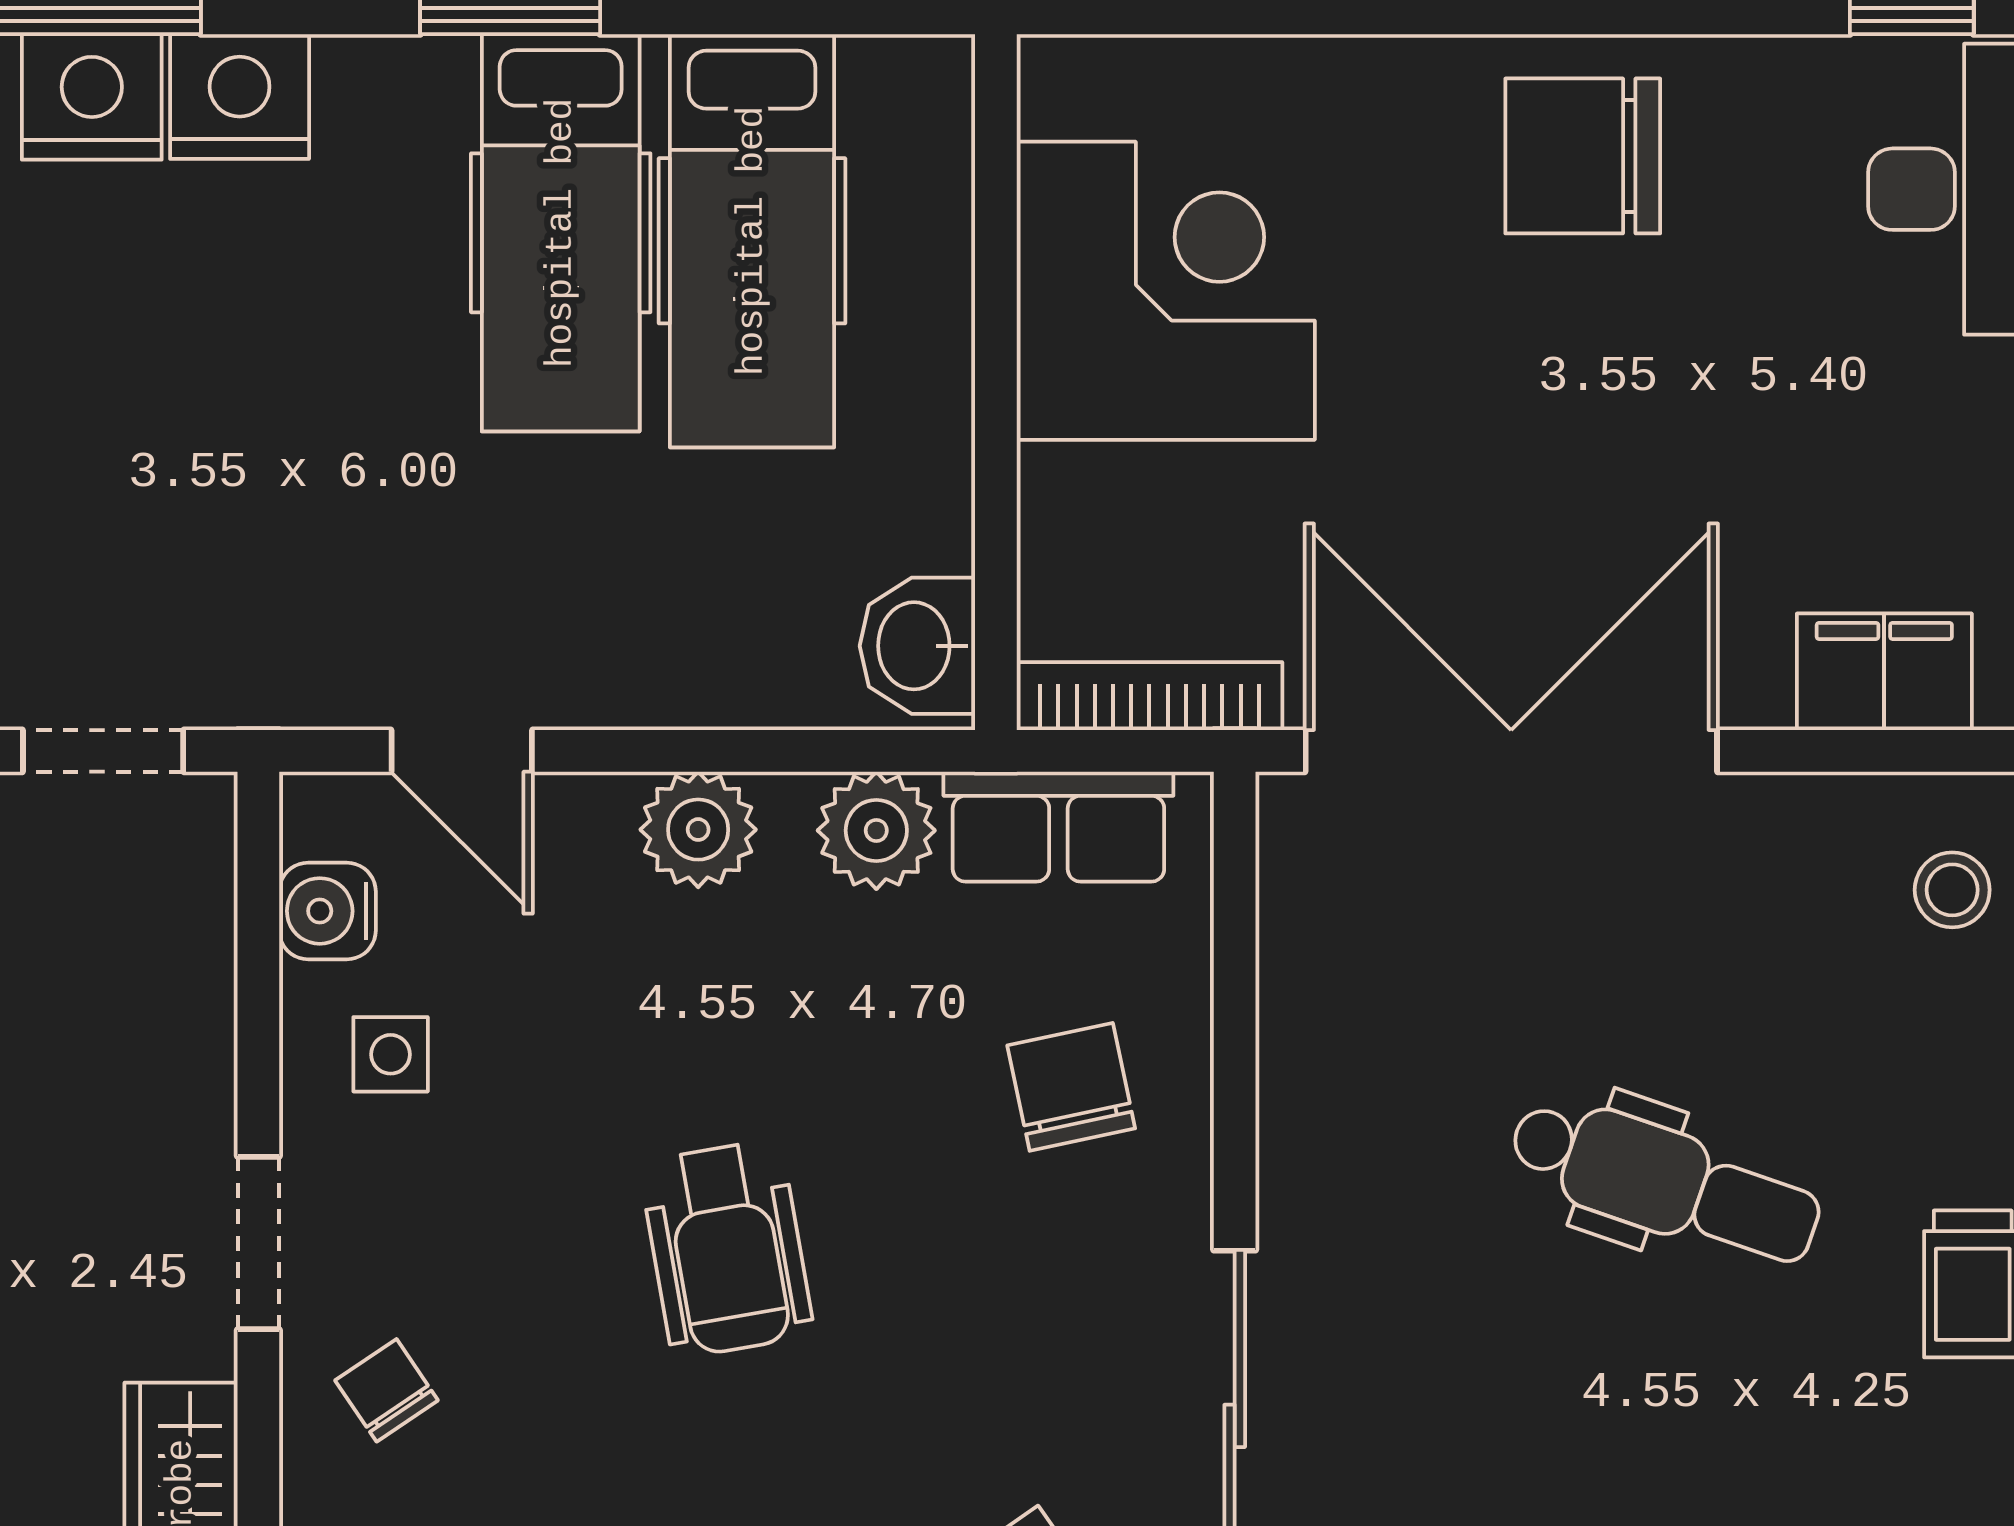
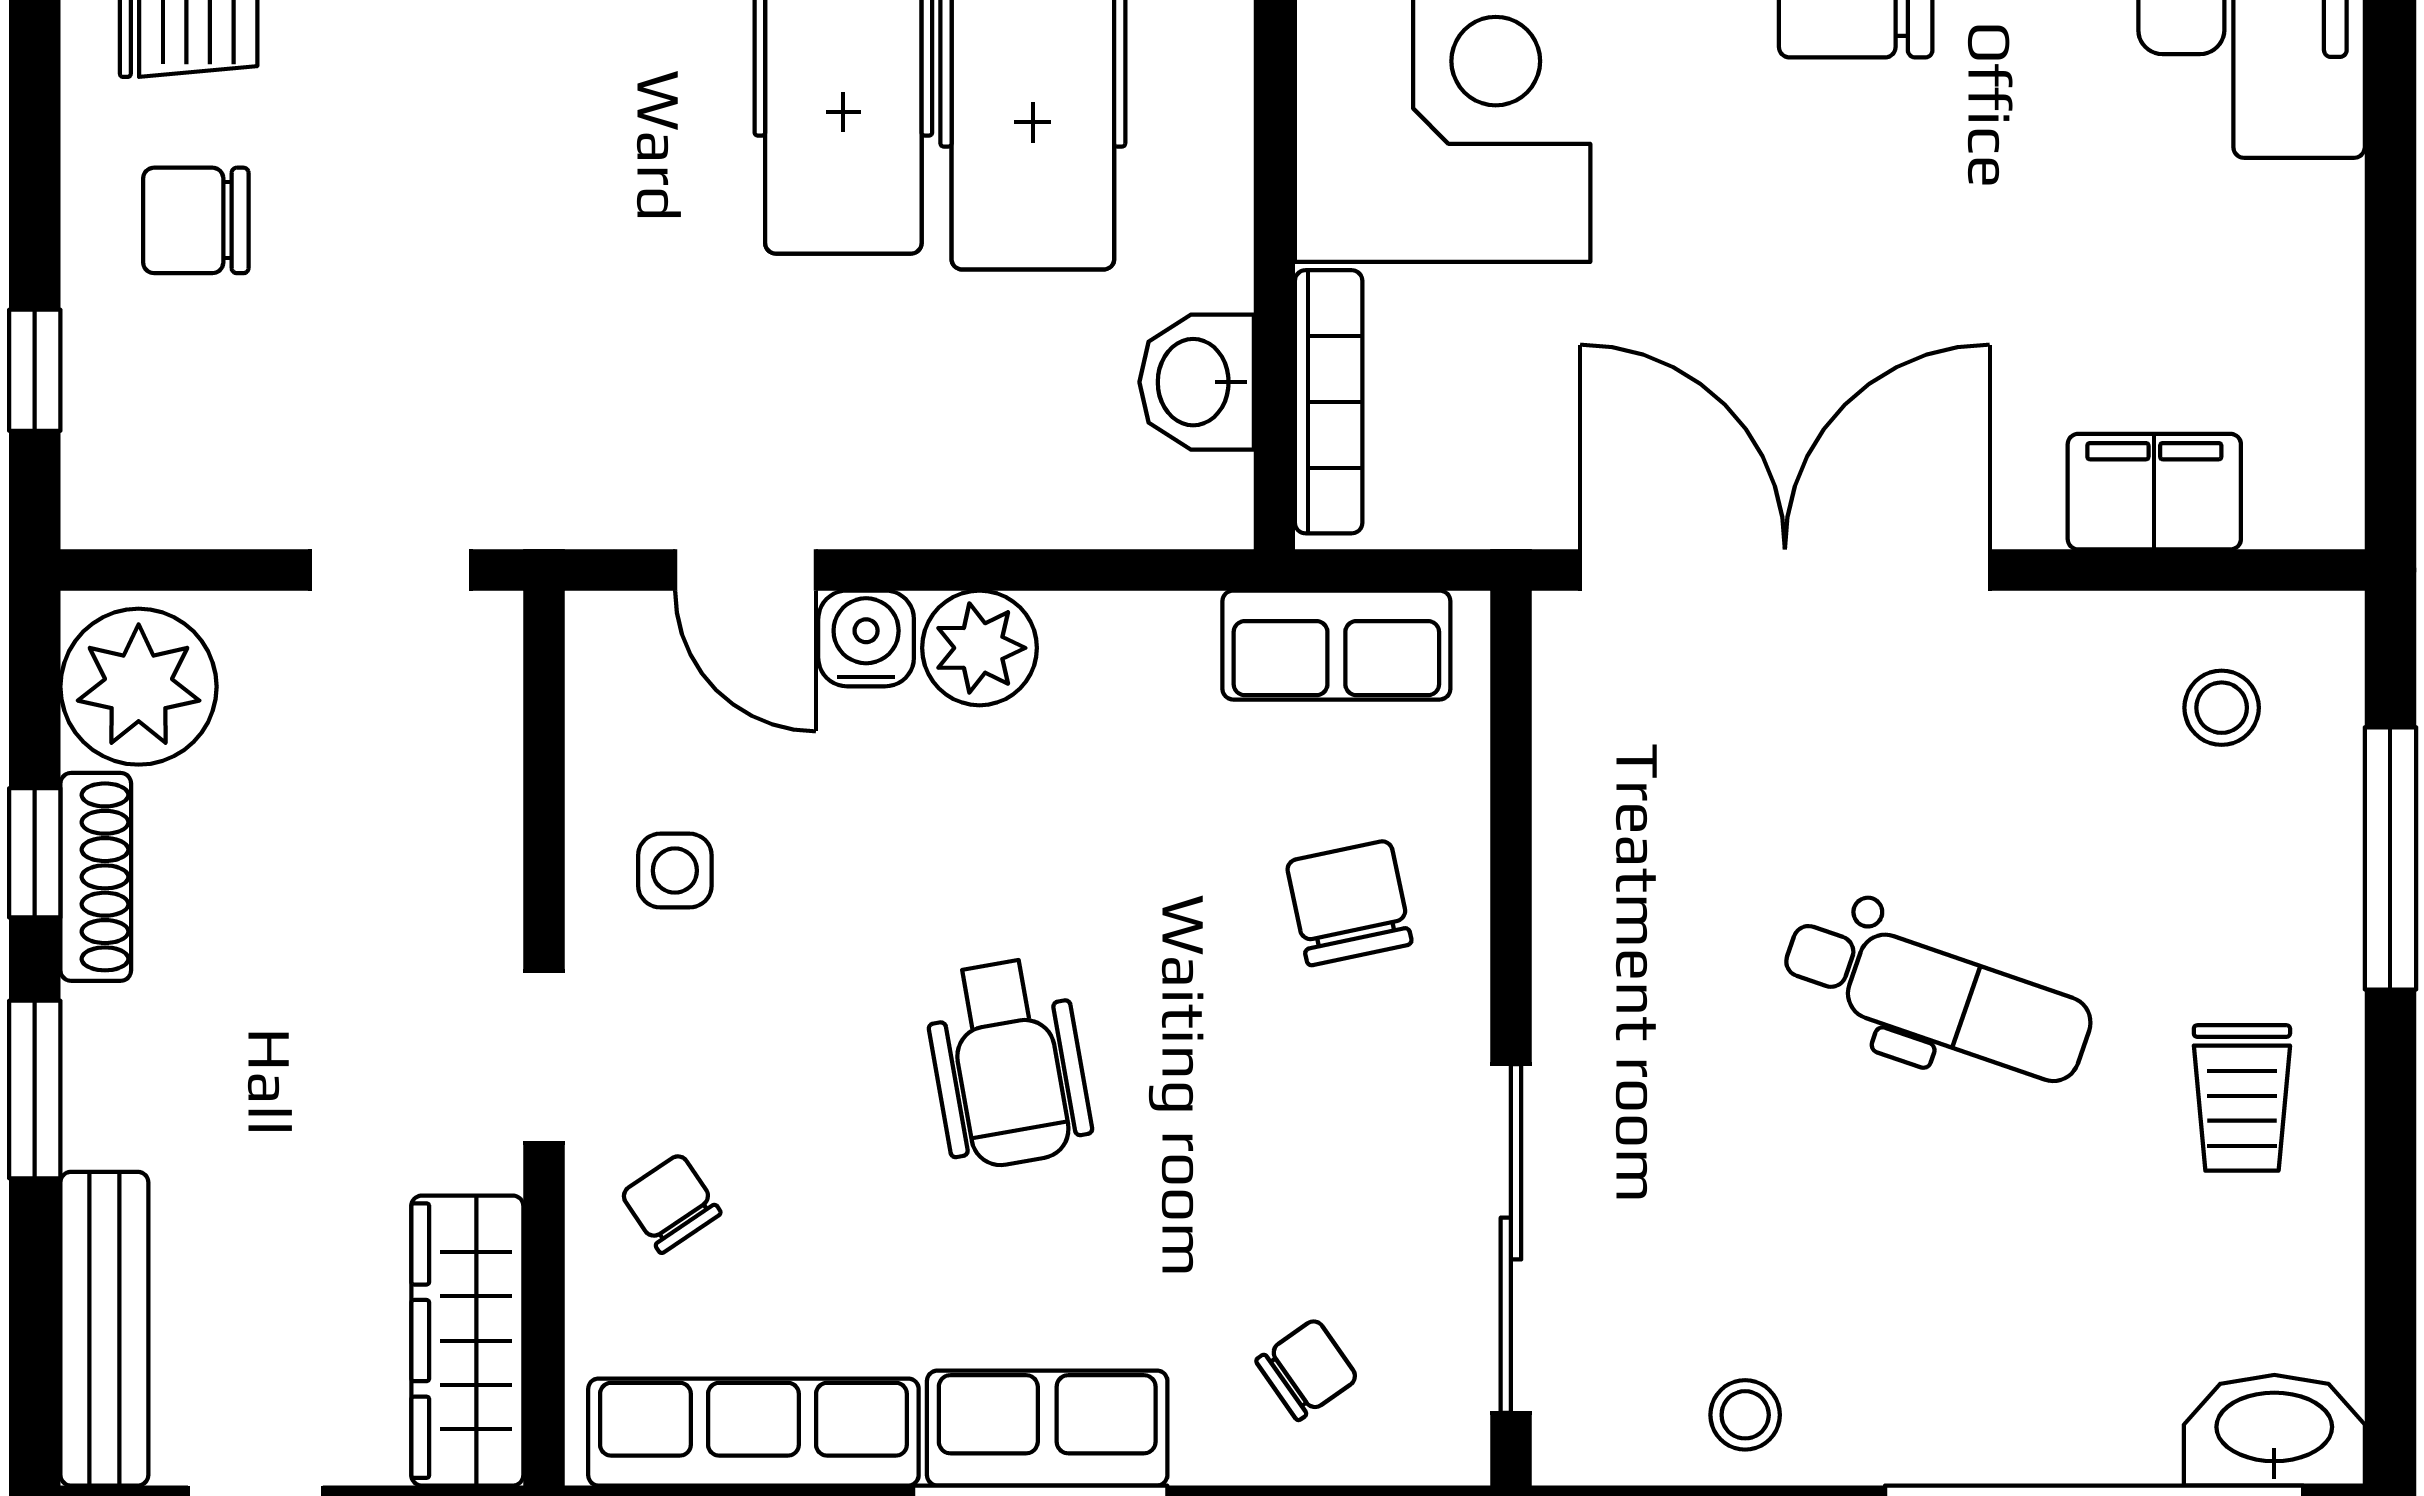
washbasin: (917, 646) -> (1197, 382), moved
bookcase: (1149, 696) -> (1329, 402), moved, turned 90
plant: (876, 830) -> (1156, 649), removed
water cooler: (327, 911) -> (866, 638), moved, turned 90

